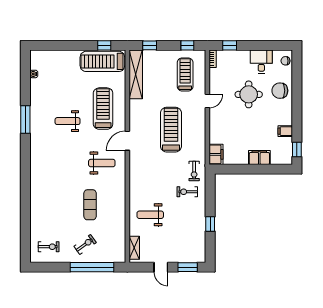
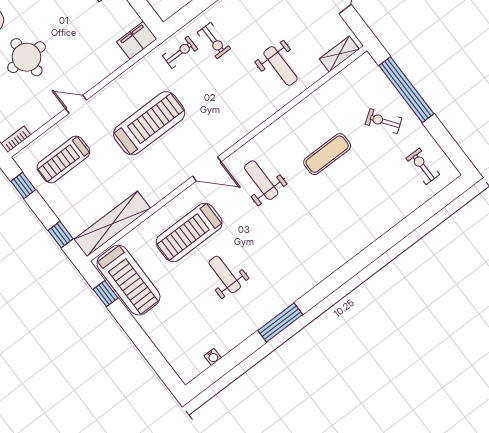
weight bench: (68, 121) -> (225, 274), moved, turned 180
treadmill: (171, 130) -> (149, 123), turned 180

